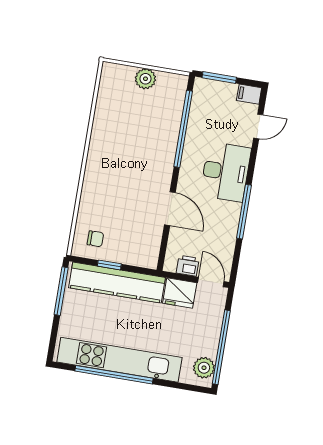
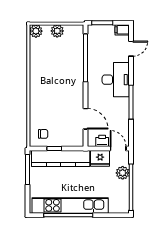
plant: (111, 73) -> (36, 31), added
door: (170, 209) -> (85, 119), moved
plant: (204, 368) -> (123, 173), moved

